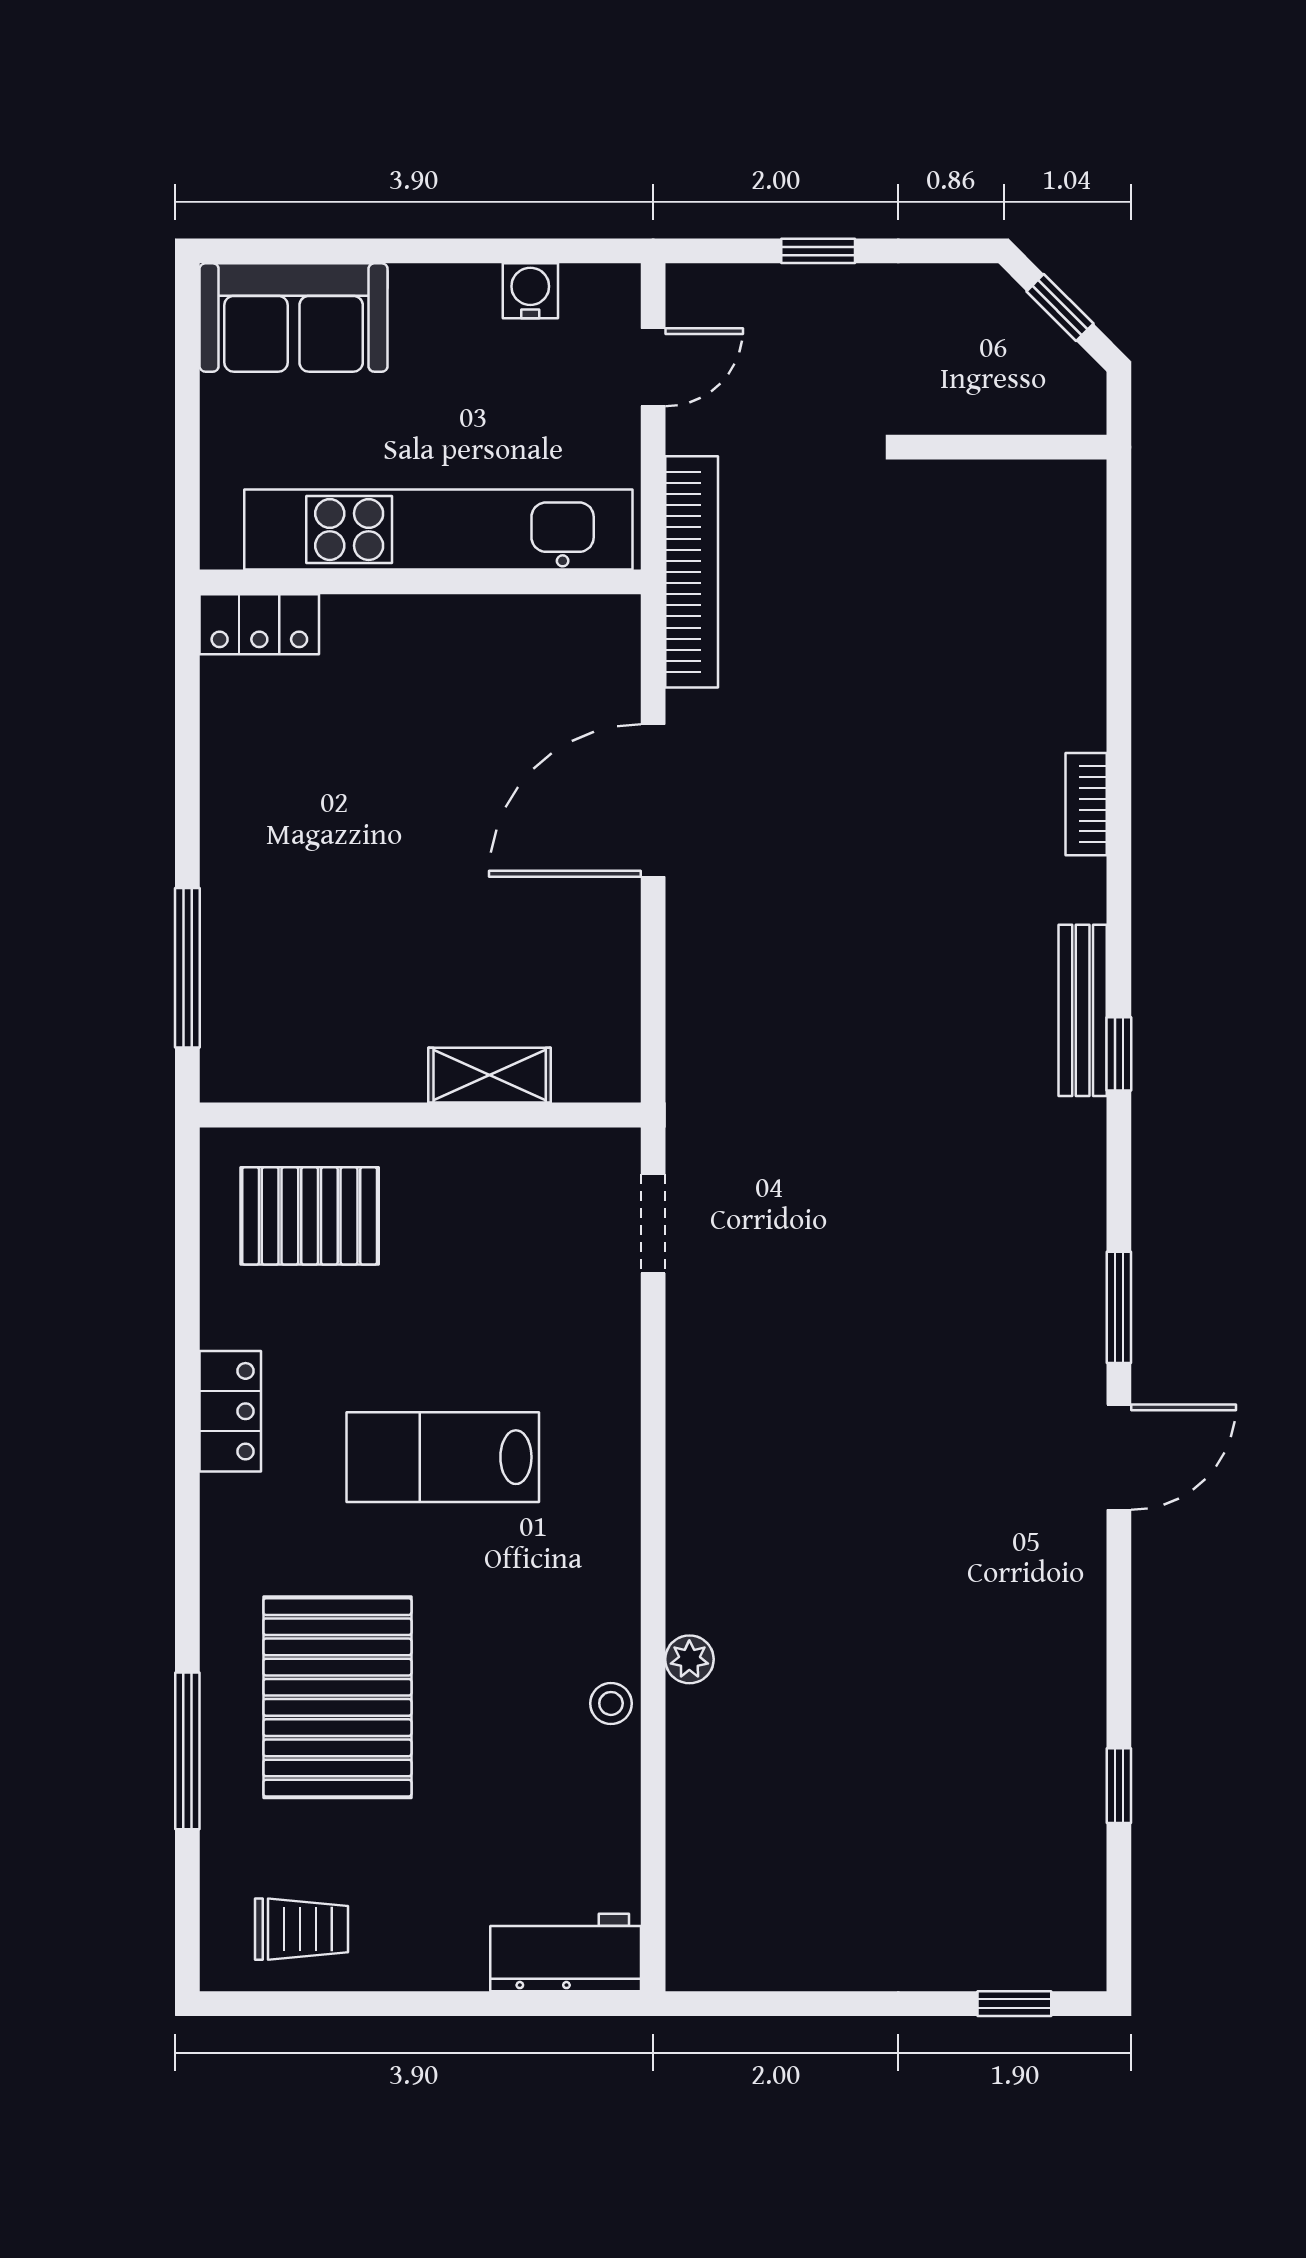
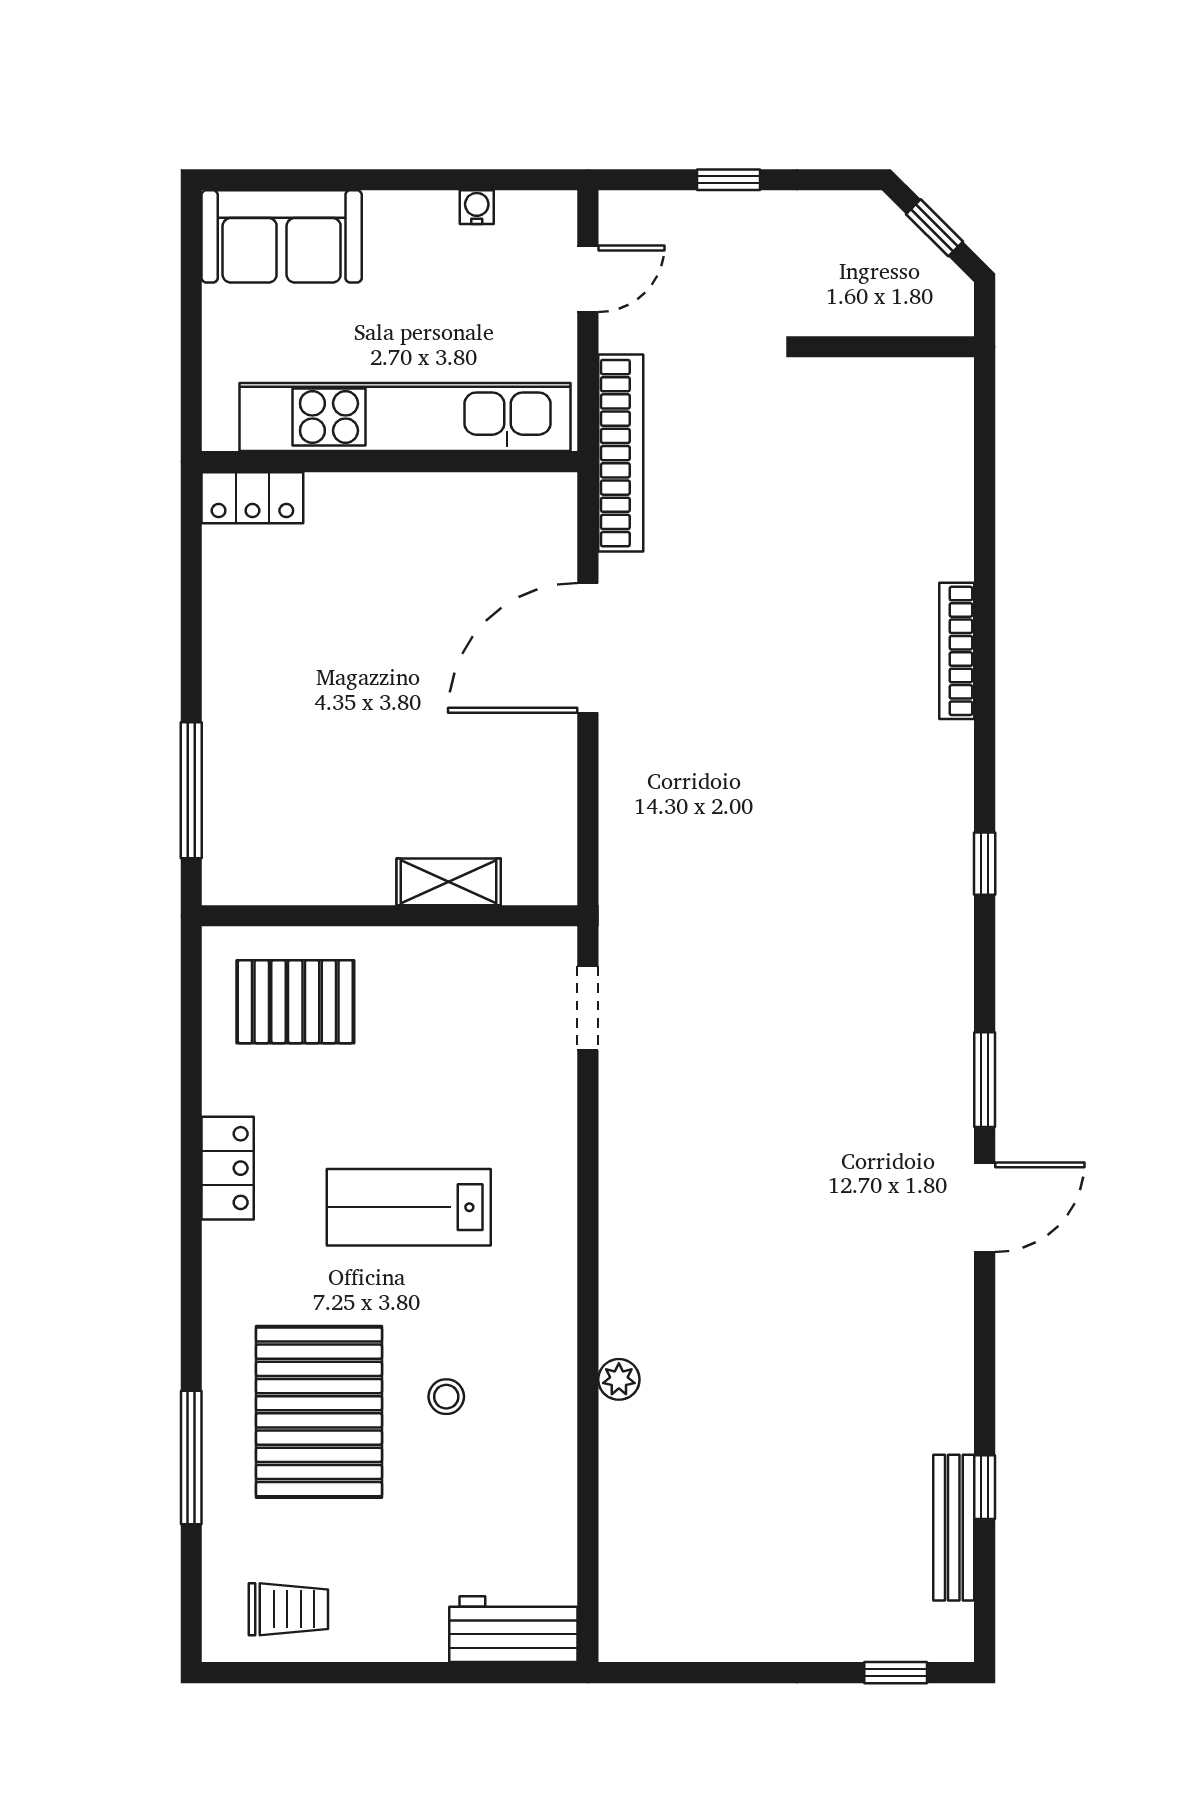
water cooler: (530, 291) -> (477, 207), width x0.72, depth x0.72
bookcase: (1086, 804) -> (957, 651), width x1.56
bench: (1083, 1010) -> (954, 1528), moved
stool: (611, 1703) -> (446, 1397), moved

